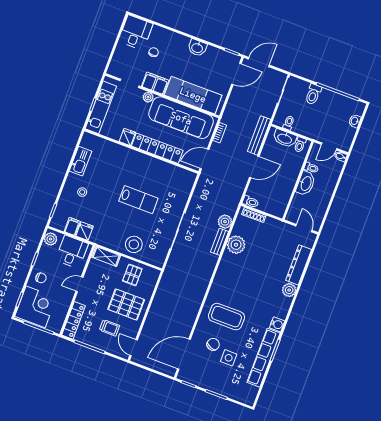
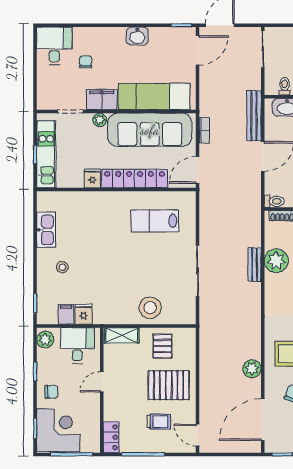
lab bench: (138, 200) -> (155, 221), moved, turned 180
plant: (225, 222) -> (252, 369), moved
locker: (74, 320) -> (111, 437), width x0.66

